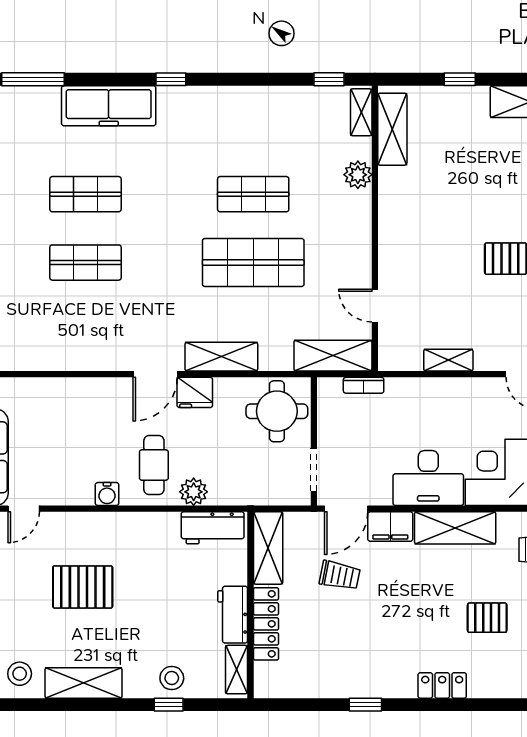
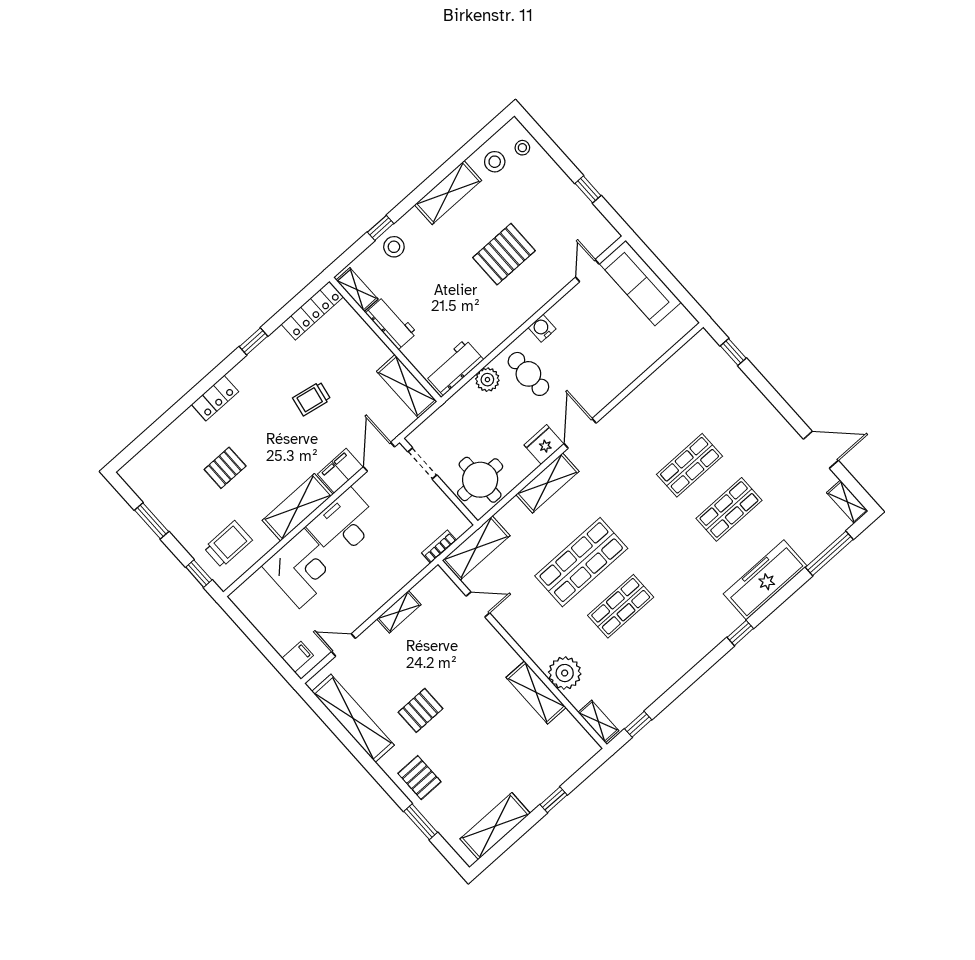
shelving: (392, 129) -> (536, 692), moved
plant: (358, 175) -> (565, 673), width x1.36, depth x1.36
trolley: (340, 575) -> (312, 399), moved
locker: (266, 624) -> (312, 311), moved, turned -90

